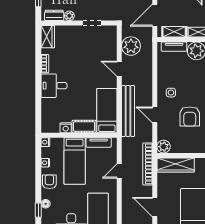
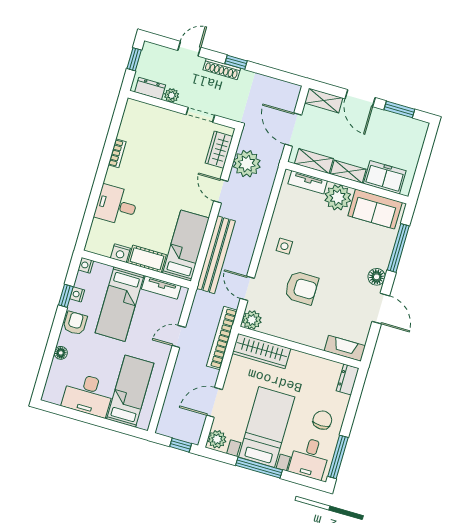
door: (155, 15) -> (293, 130), hinge flipped
wardrobe: (48, 37) -> (219, 150), moved, turned 180
desk: (54, 86) -> (116, 205), moved
door: (155, 115) -> (247, 288), moved
armchair: (190, 116) -> (301, 288), turned -90
door: (155, 207) -> (214, 402), hinge flipped
window: (38, 210) -> (66, 296), moved

